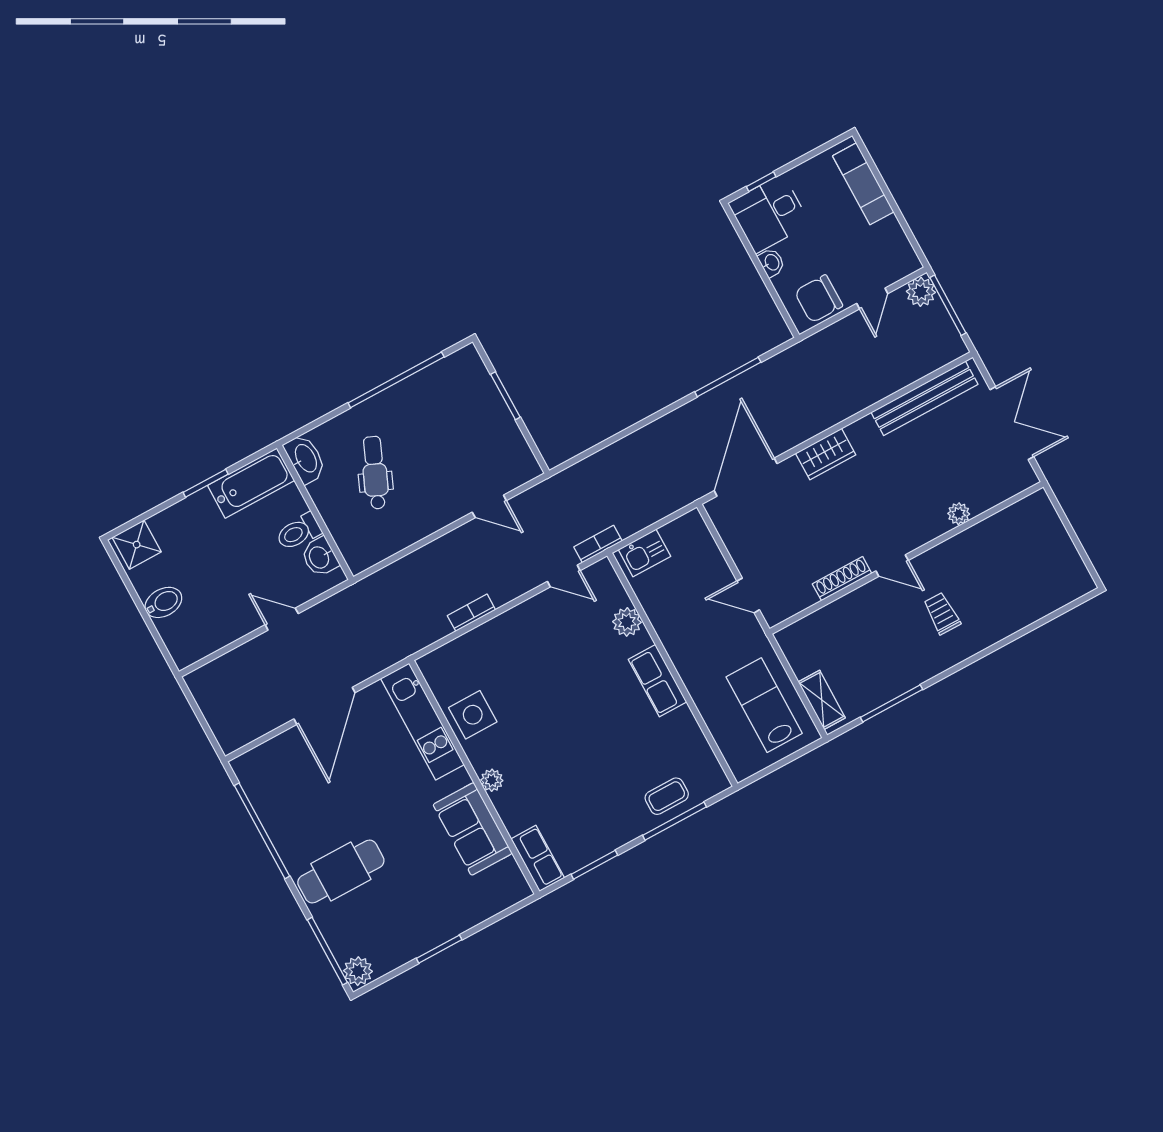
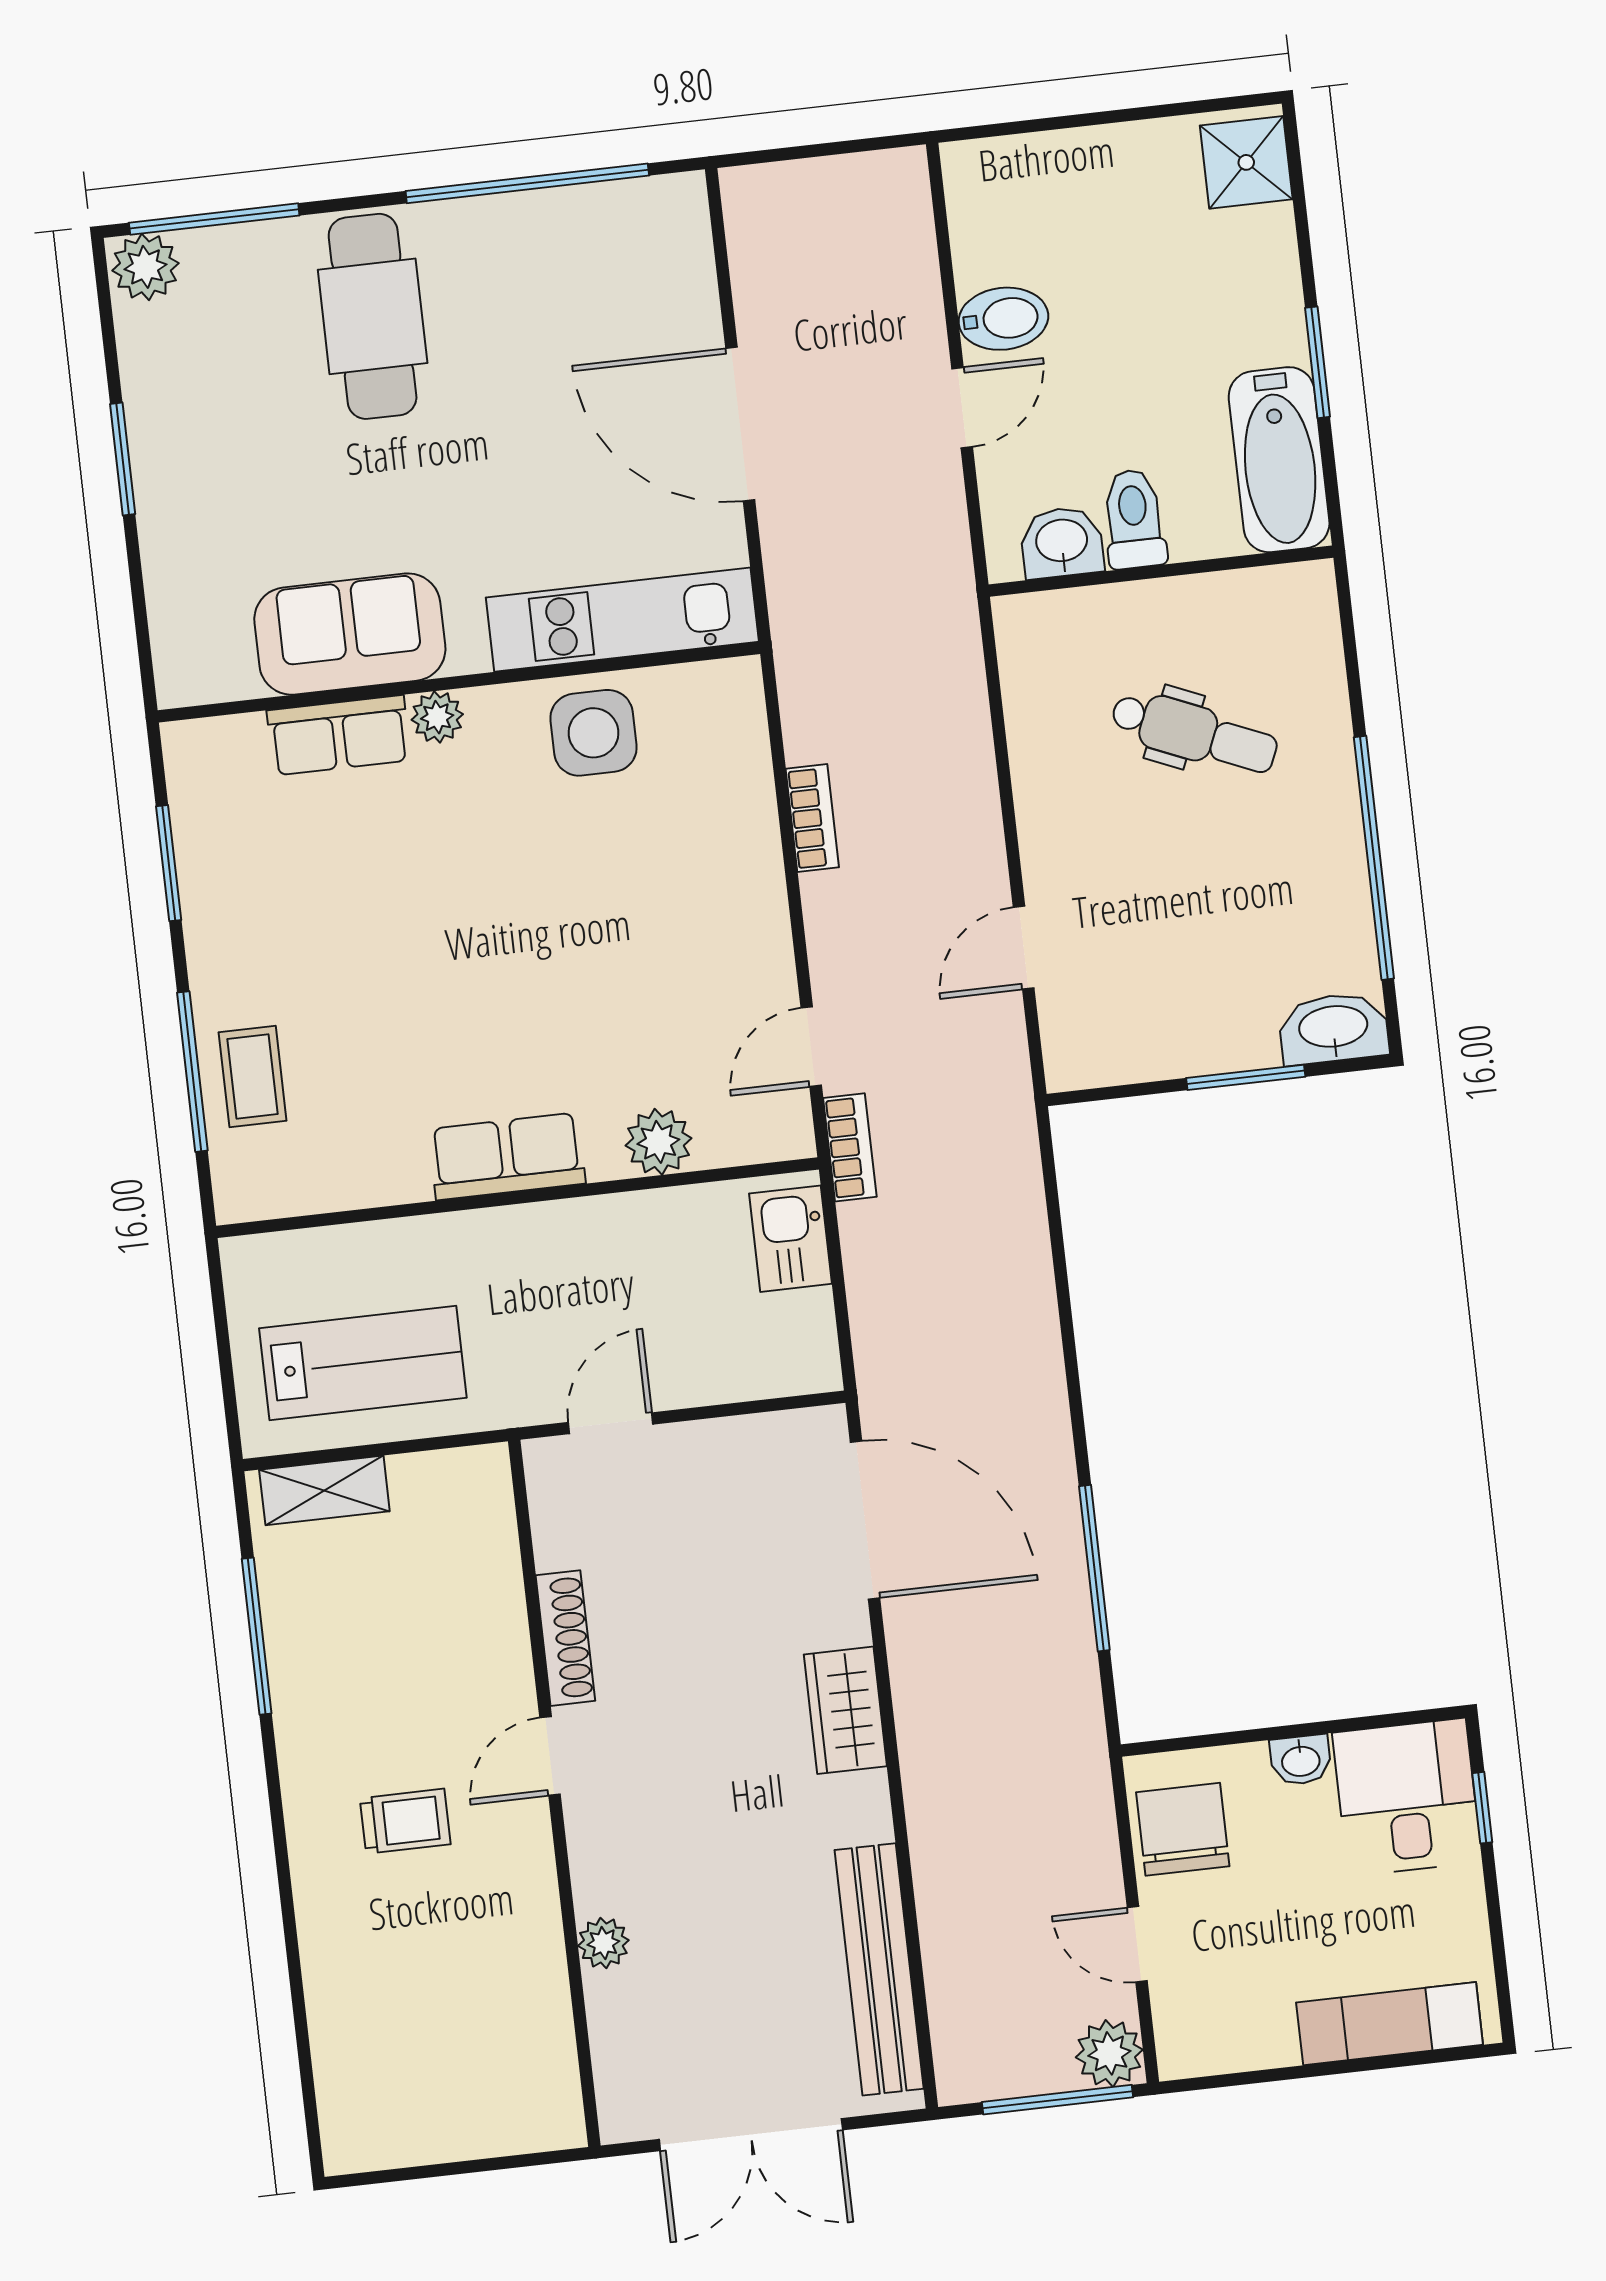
washbasin: (305, 459) -> (1333, 1028), moved, turned 180
bidet: (163, 602) -> (1003, 319), moved, turned -90
row of seats: (538, 858) -> (339, 735), moved

